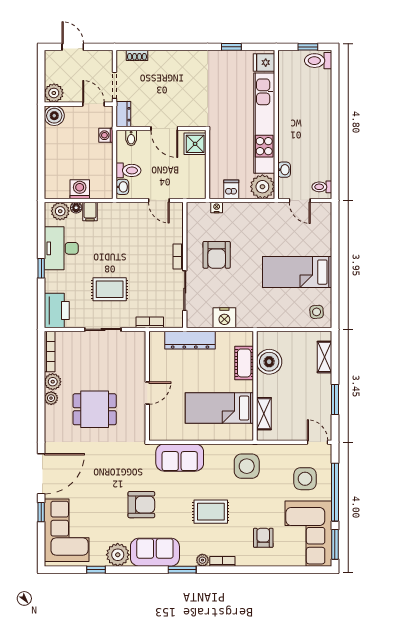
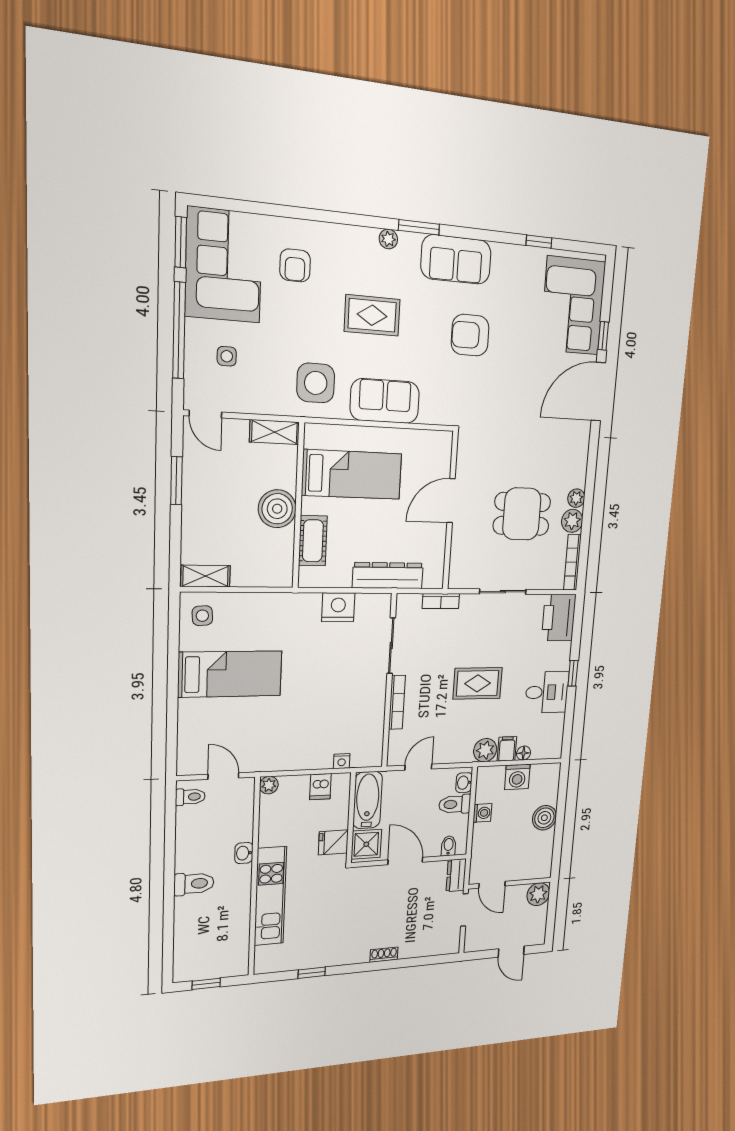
shoe rack: (137, 55) -> (384, 955), moved
toilet: (318, 61) -> (194, 884), moved
fridge: (264, 63) -> (333, 842), moved, turned 180
boiler: (54, 116) -> (544, 818), moved
kitchen unit: (264, 123) -> (270, 896), width x0.73
washing machine: (106, 135) -> (482, 813), moved
washbasin: (284, 170) -> (244, 853), moved
bathtub: (196, 177) -> (368, 800), added
plant: (262, 187) -> (269, 785), width x0.53, depth x0.53
door: (159, 200) -> (418, 767), hinge flipped
plant: (60, 211) -> (485, 750), moved
desk: (61, 248) -> (547, 692), width x0.73
armchair: (217, 255) -> (345, 696), removed
bookcase: (178, 257) -> (397, 702), width x1.56
rug: (110, 289) -> (478, 683), moved
shelving: (325, 357) -> (206, 576), moved, turned 90
boiler: (269, 362) -> (277, 509), moved
door: (147, 393) -> (451, 501), width x1.38
dining table: (95, 409) -> (522, 514), moved
shelving: (264, 414) -> (274, 432), moved, turned 90
sofa: (180, 458) -> (385, 401), moved
side table: (305, 479) -> (227, 356), width x0.54, depth x0.54
plant: (118, 555) -> (508, 261), removed
bookcase: (222, 561) -> (359, 234), removed

